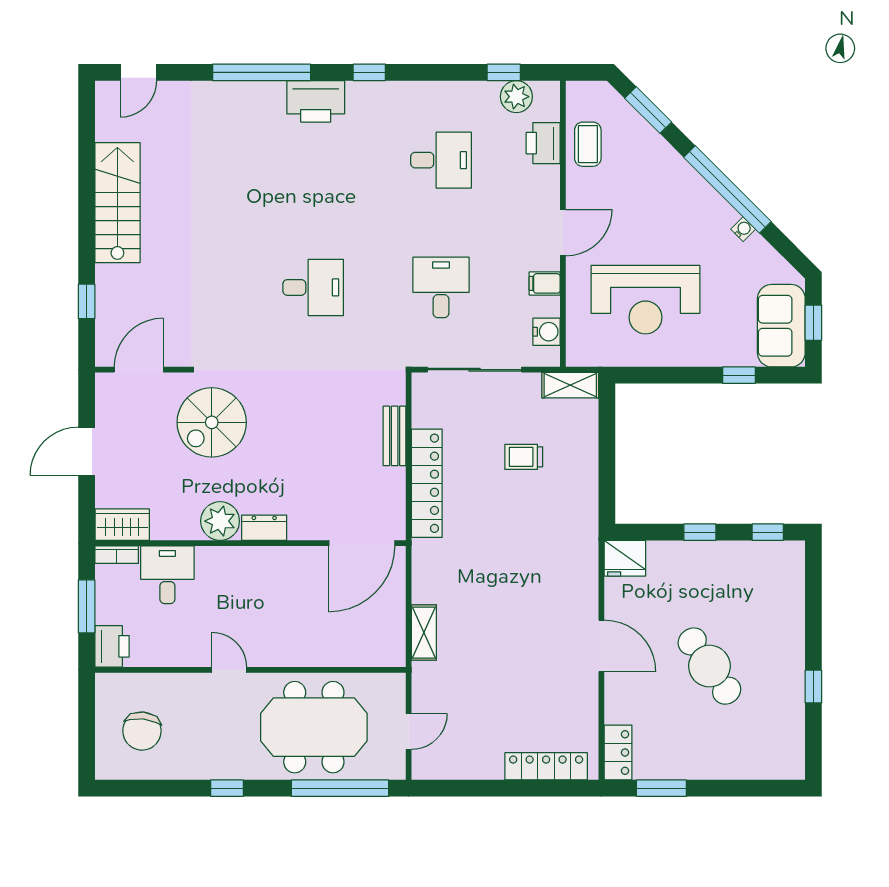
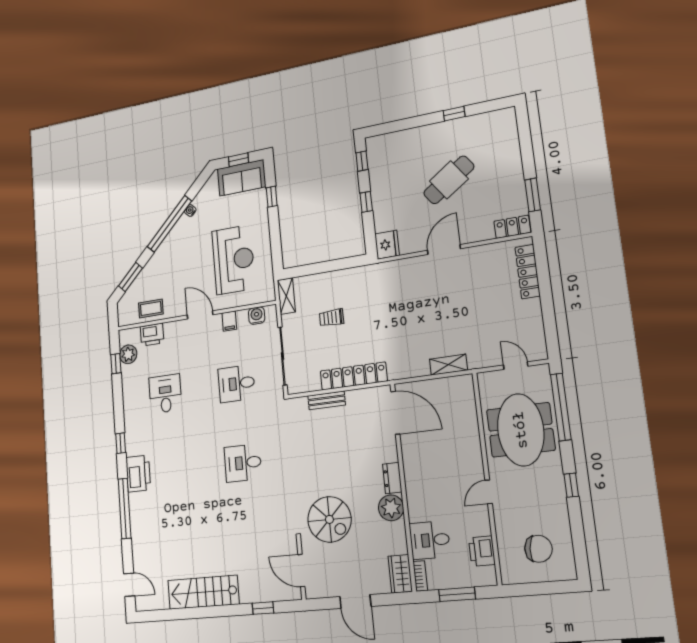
desk: (313, 287) -> (243, 463), turned -90
trolley: (524, 457) -> (332, 318), turned 90
printer: (112, 646) -> (482, 551), moved, turned -90

